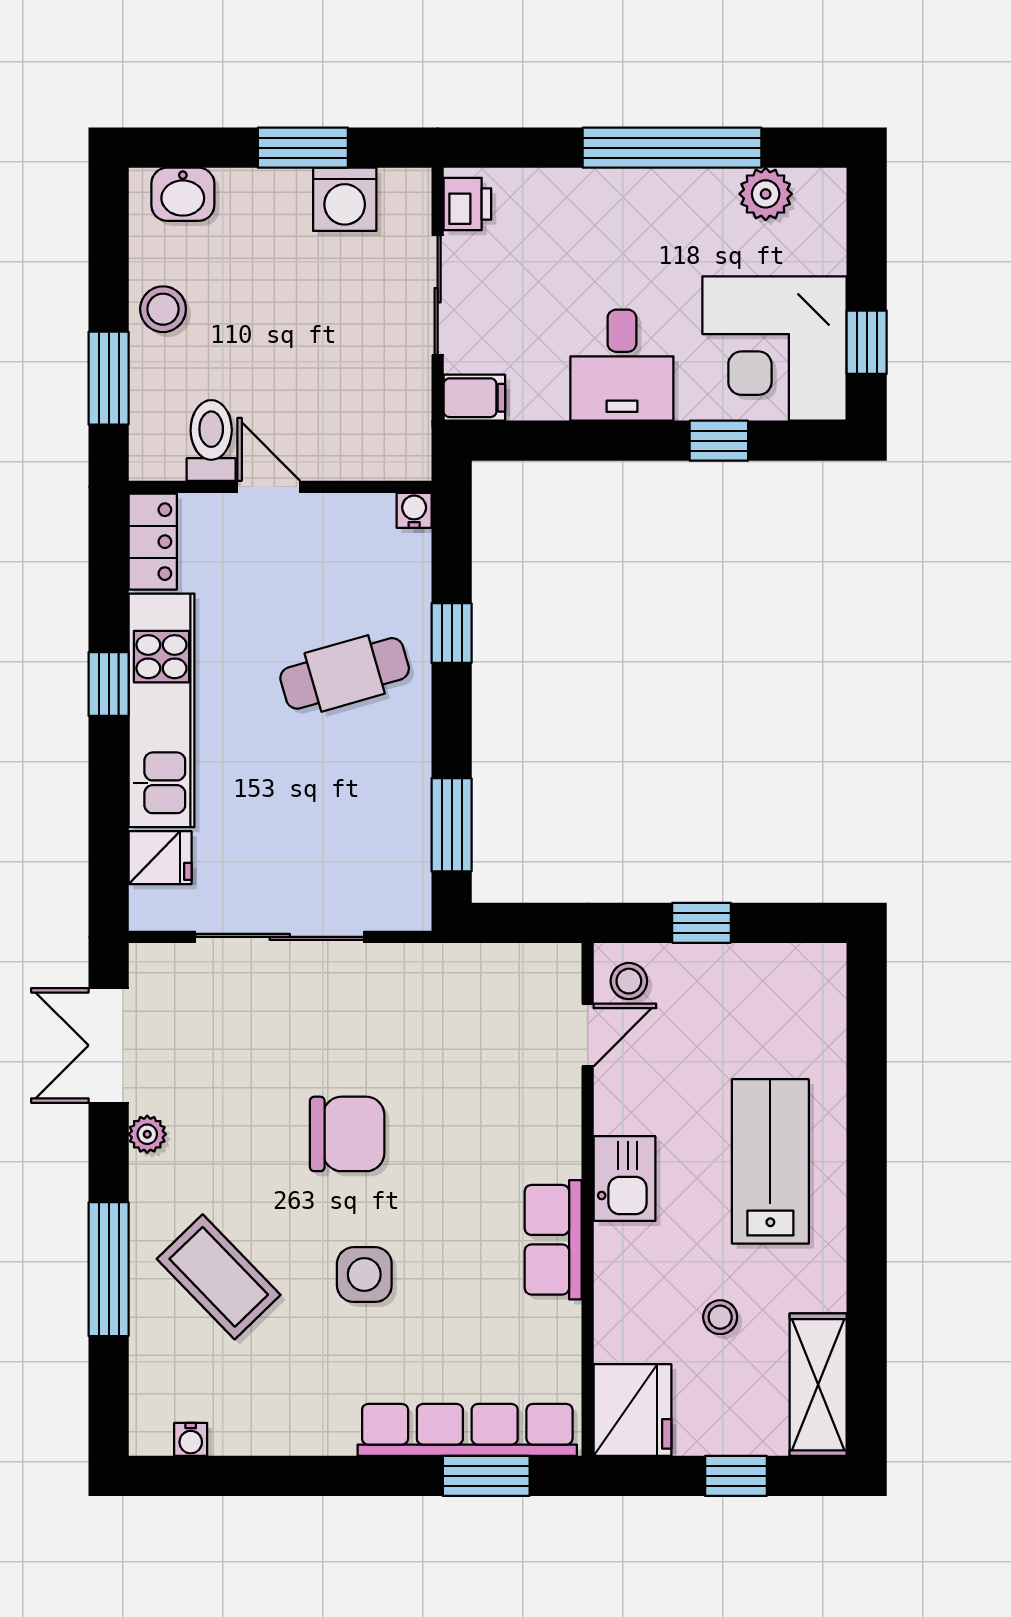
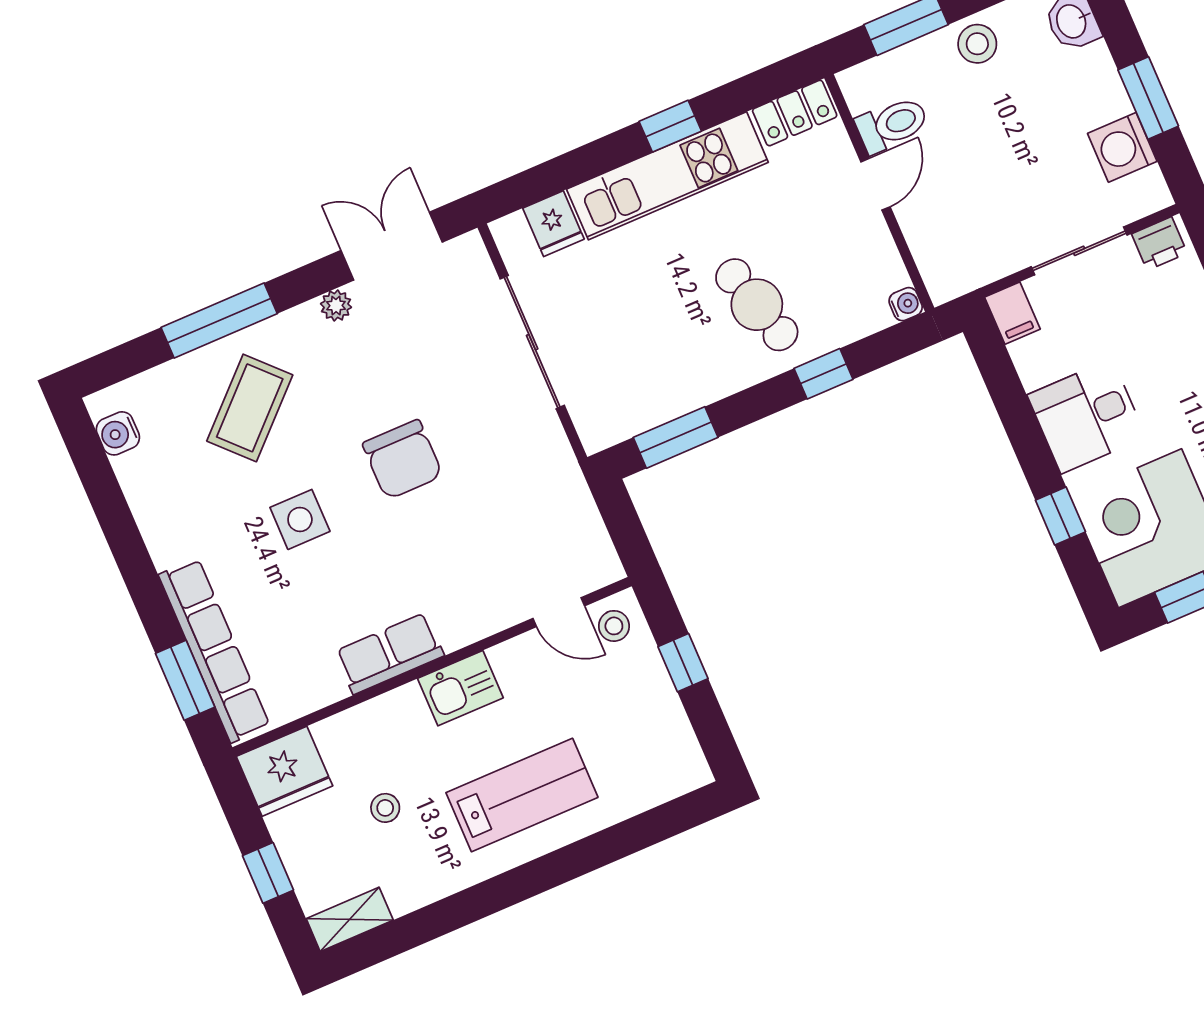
shelving: (818, 1385) -> (350, 919), width x0.67, depth x0.75
water cooler: (191, 1439) -> (118, 433), width x1.38, depth x1.38

